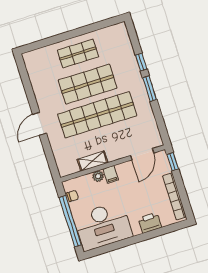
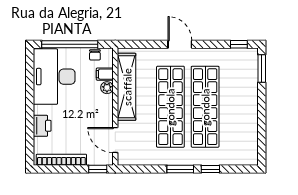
window: (38, 45) -> (262, 68), added
shop shelf: (78, 53) -> (240, 107), removed
window: (23, 72) -> (239, 44), added
shop shelf: (88, 84) -> (205, 107), width x1.40
shelving: (93, 161) -> (127, 87), width x2.20, depth x1.33
filing cabinet: (111, 174) -> (105, 74), moved

